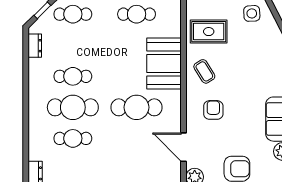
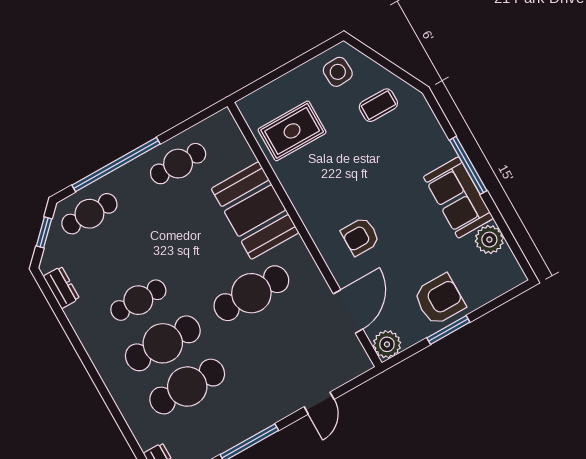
coffee table: (204, 71) -> (378, 105), moved, turned -58
armchair: (213, 110) -> (360, 236), turned -90
cafe table: (73, 138) -> (187, 387), width x1.37, depth x1.35
door: (184, 147) -> (348, 311), swing flipped

